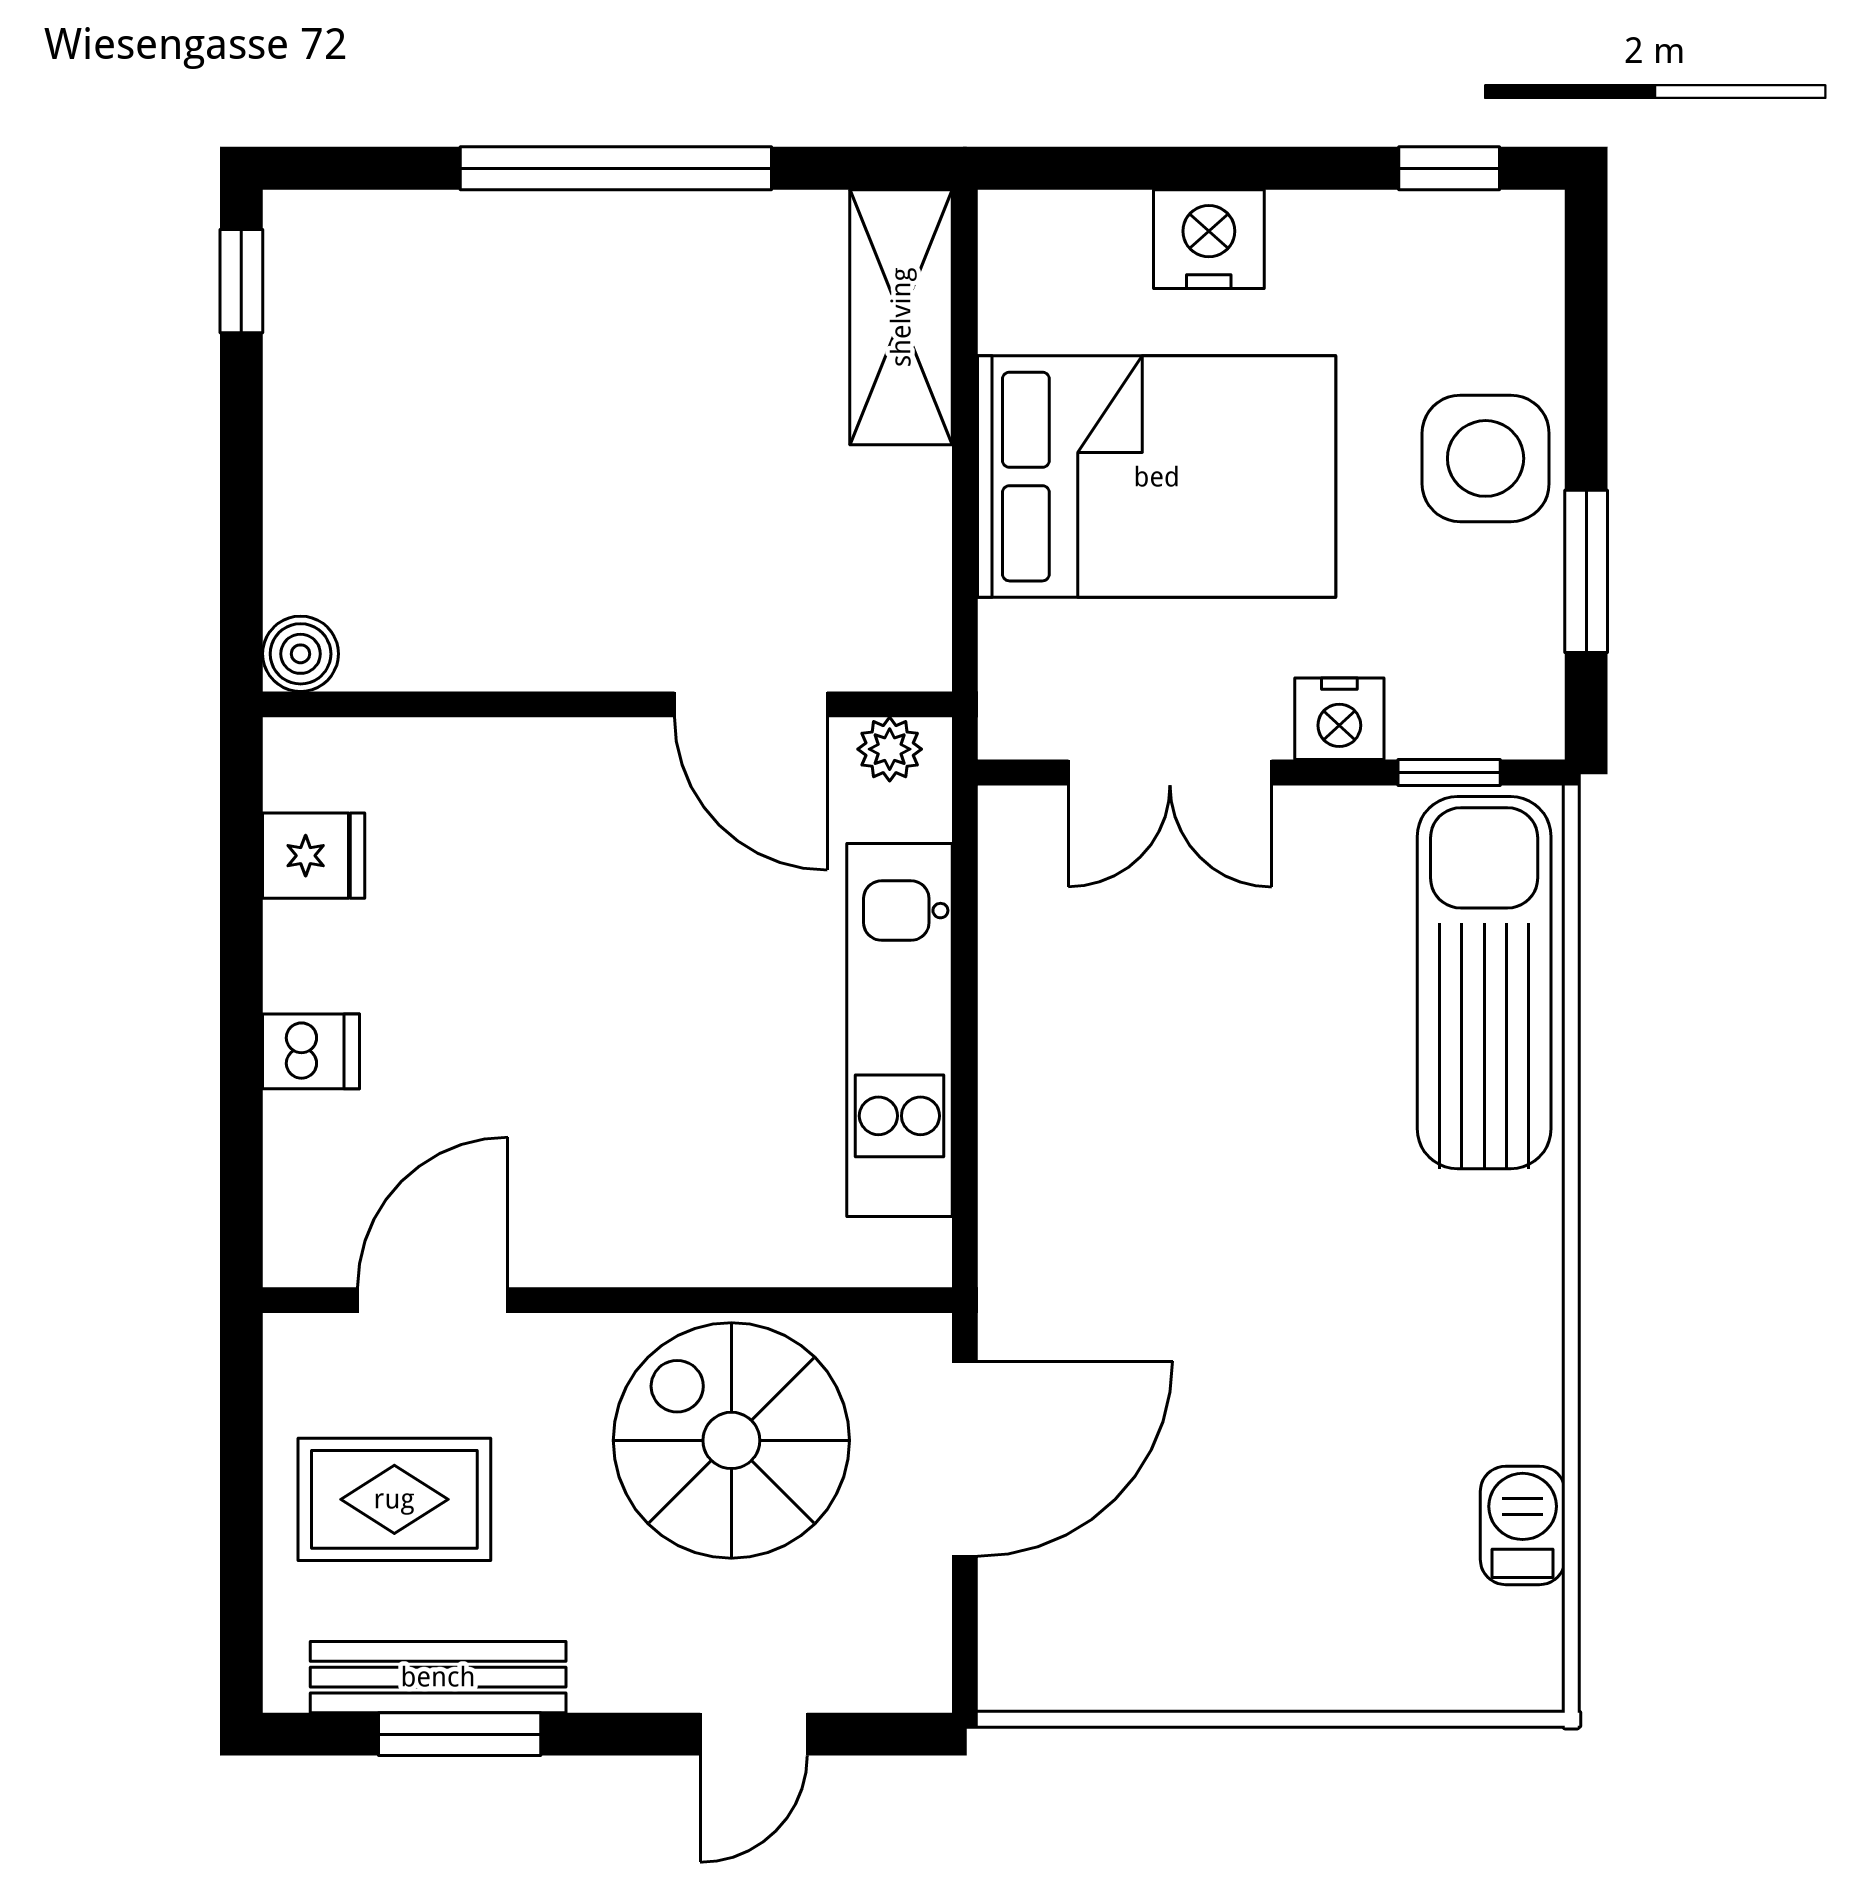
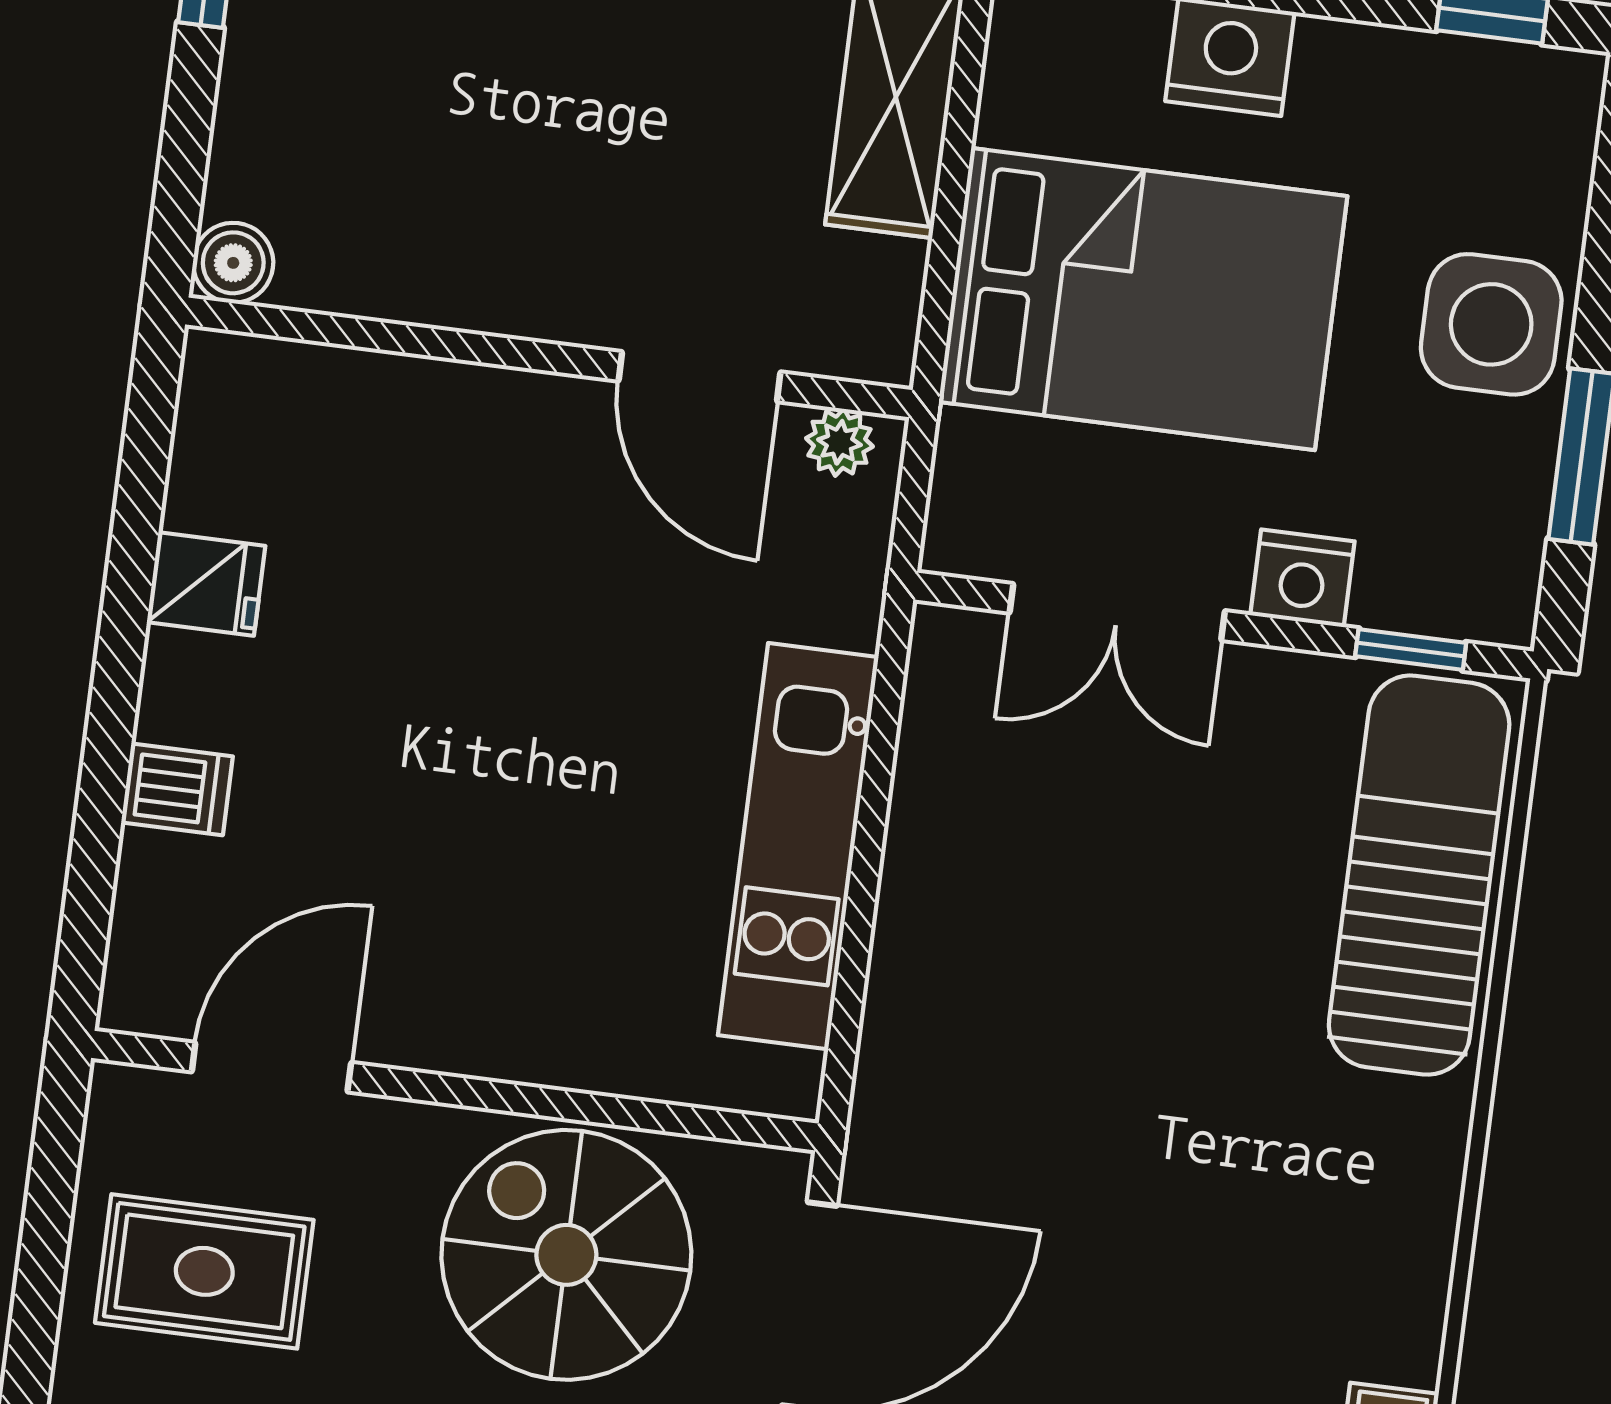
boiler: (301, 654) -> (233, 263), moved
wall: (607, 704) -> (549, 357), moved
door: (751, 704) -> (700, 377), moved
plant: (890, 749) -> (839, 442), moved

